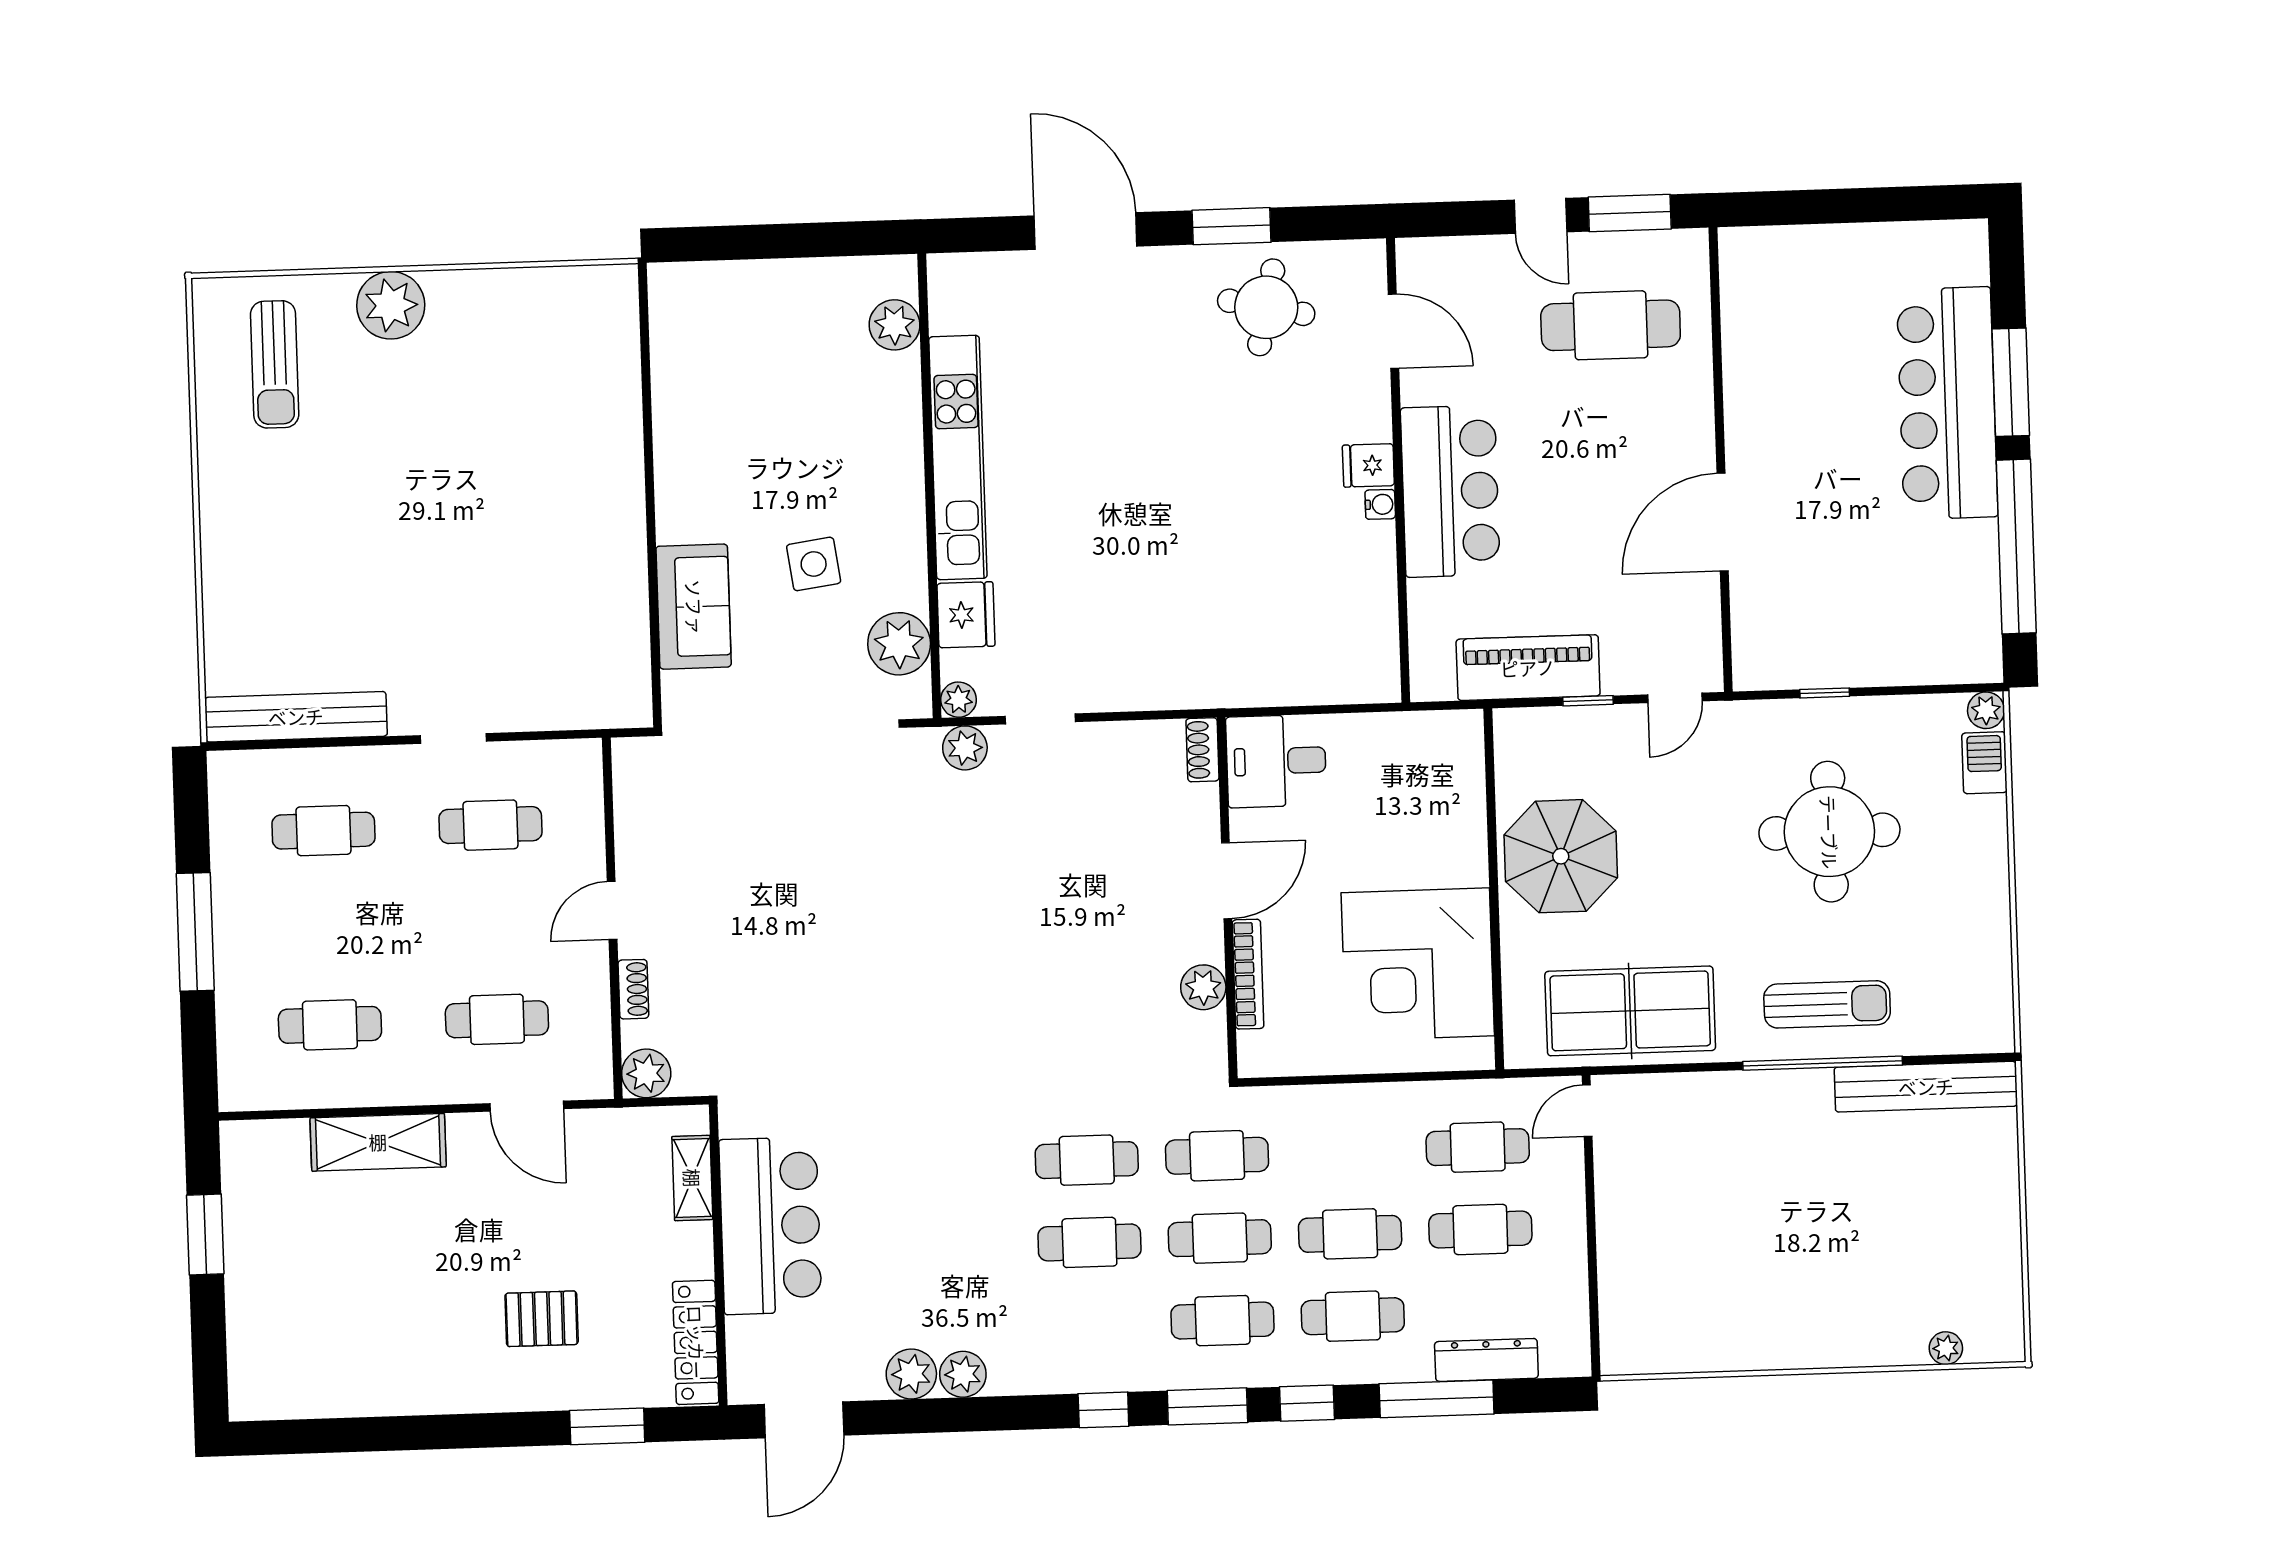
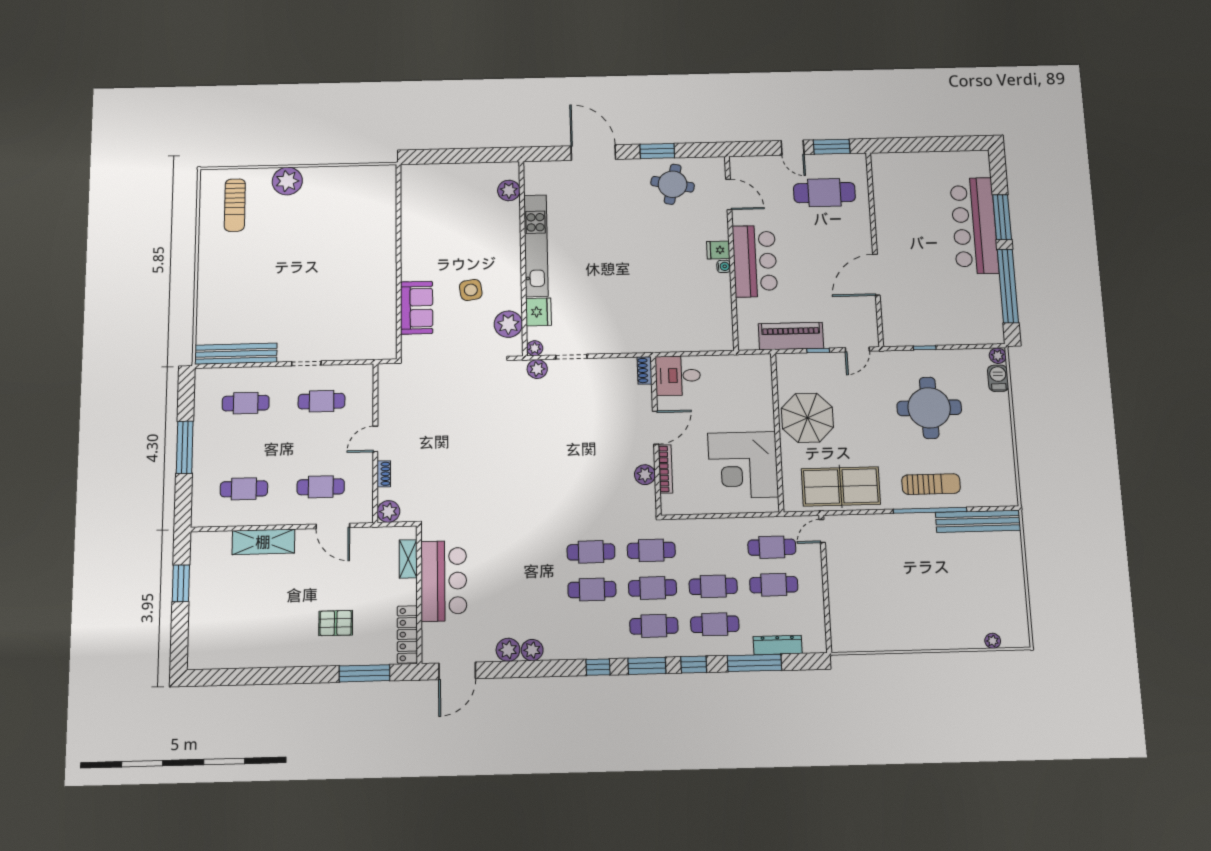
window: (607, 1426) -> (364, 673), width x1.44

